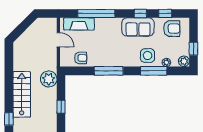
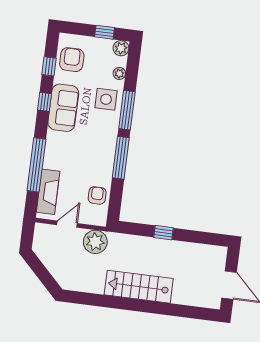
window: (154, 71) -> (127, 110), moved
plant: (49, 79) -> (95, 242), moved
window: (9, 119) -> (171, 310), removed

